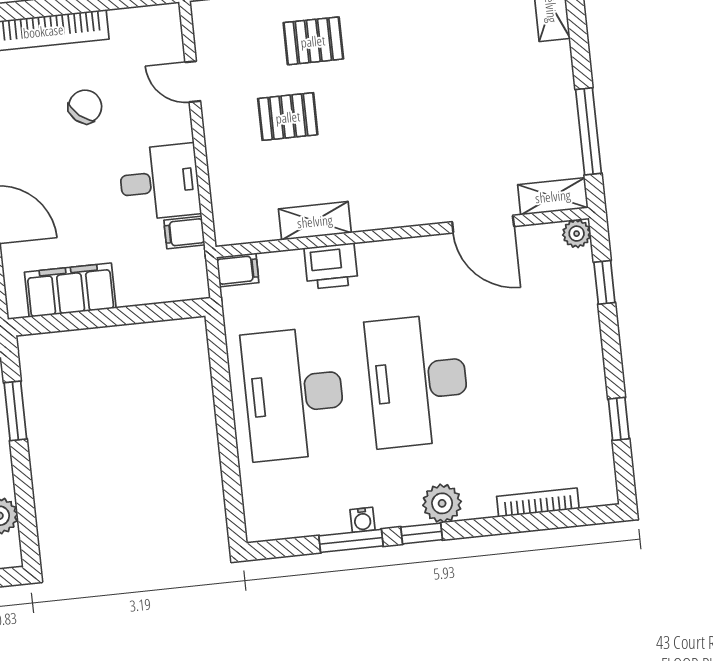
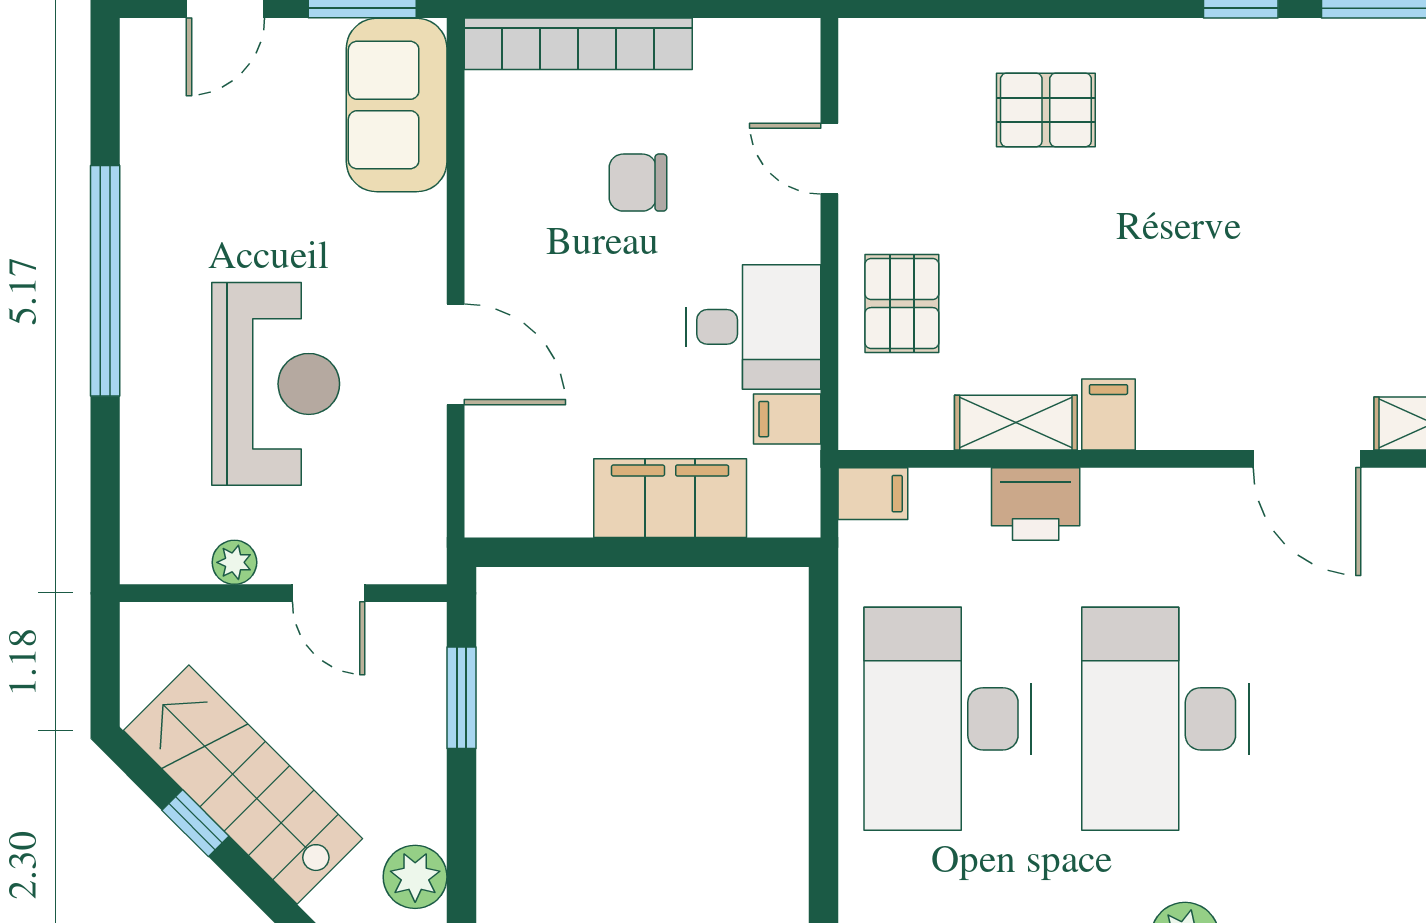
chair: (85, 107) -> (638, 183), turned -131
pallet: (288, 117) -> (902, 304), moved, turned 90
filing cabinet: (367, 211) -> (1109, 414), added
filing cabinet: (70, 290) -> (670, 498), moved

